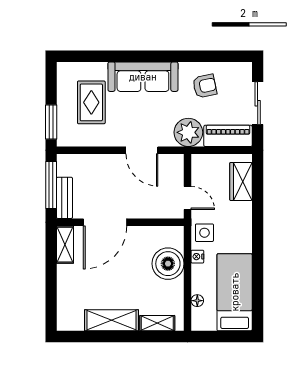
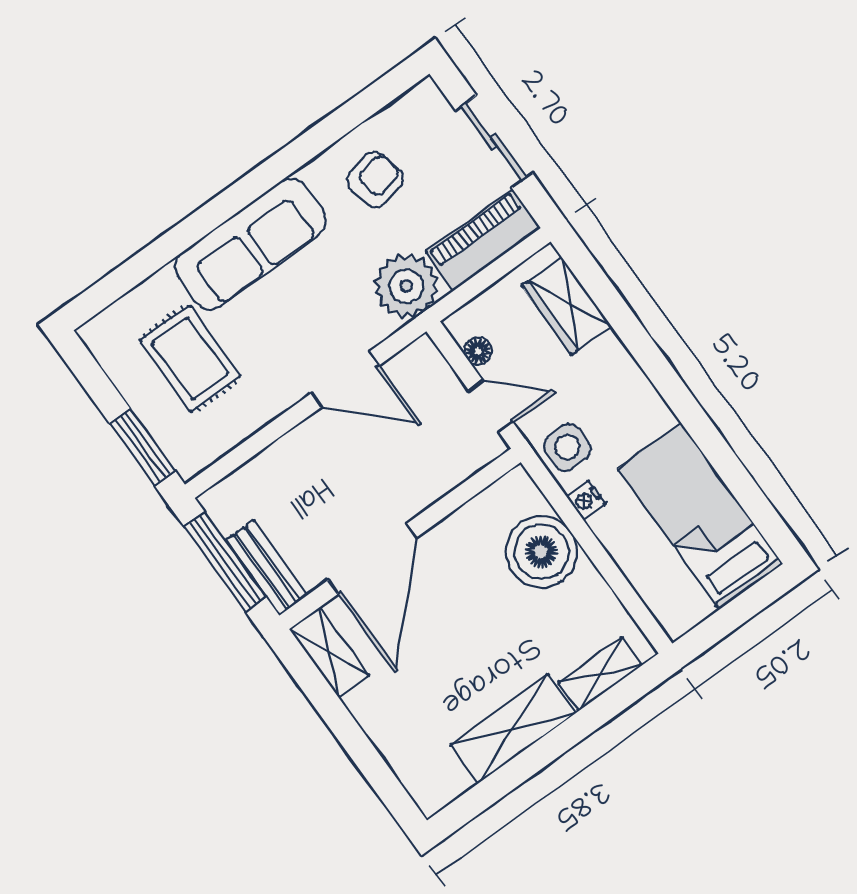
floor lamp: (197, 301) -> (478, 351), moved

